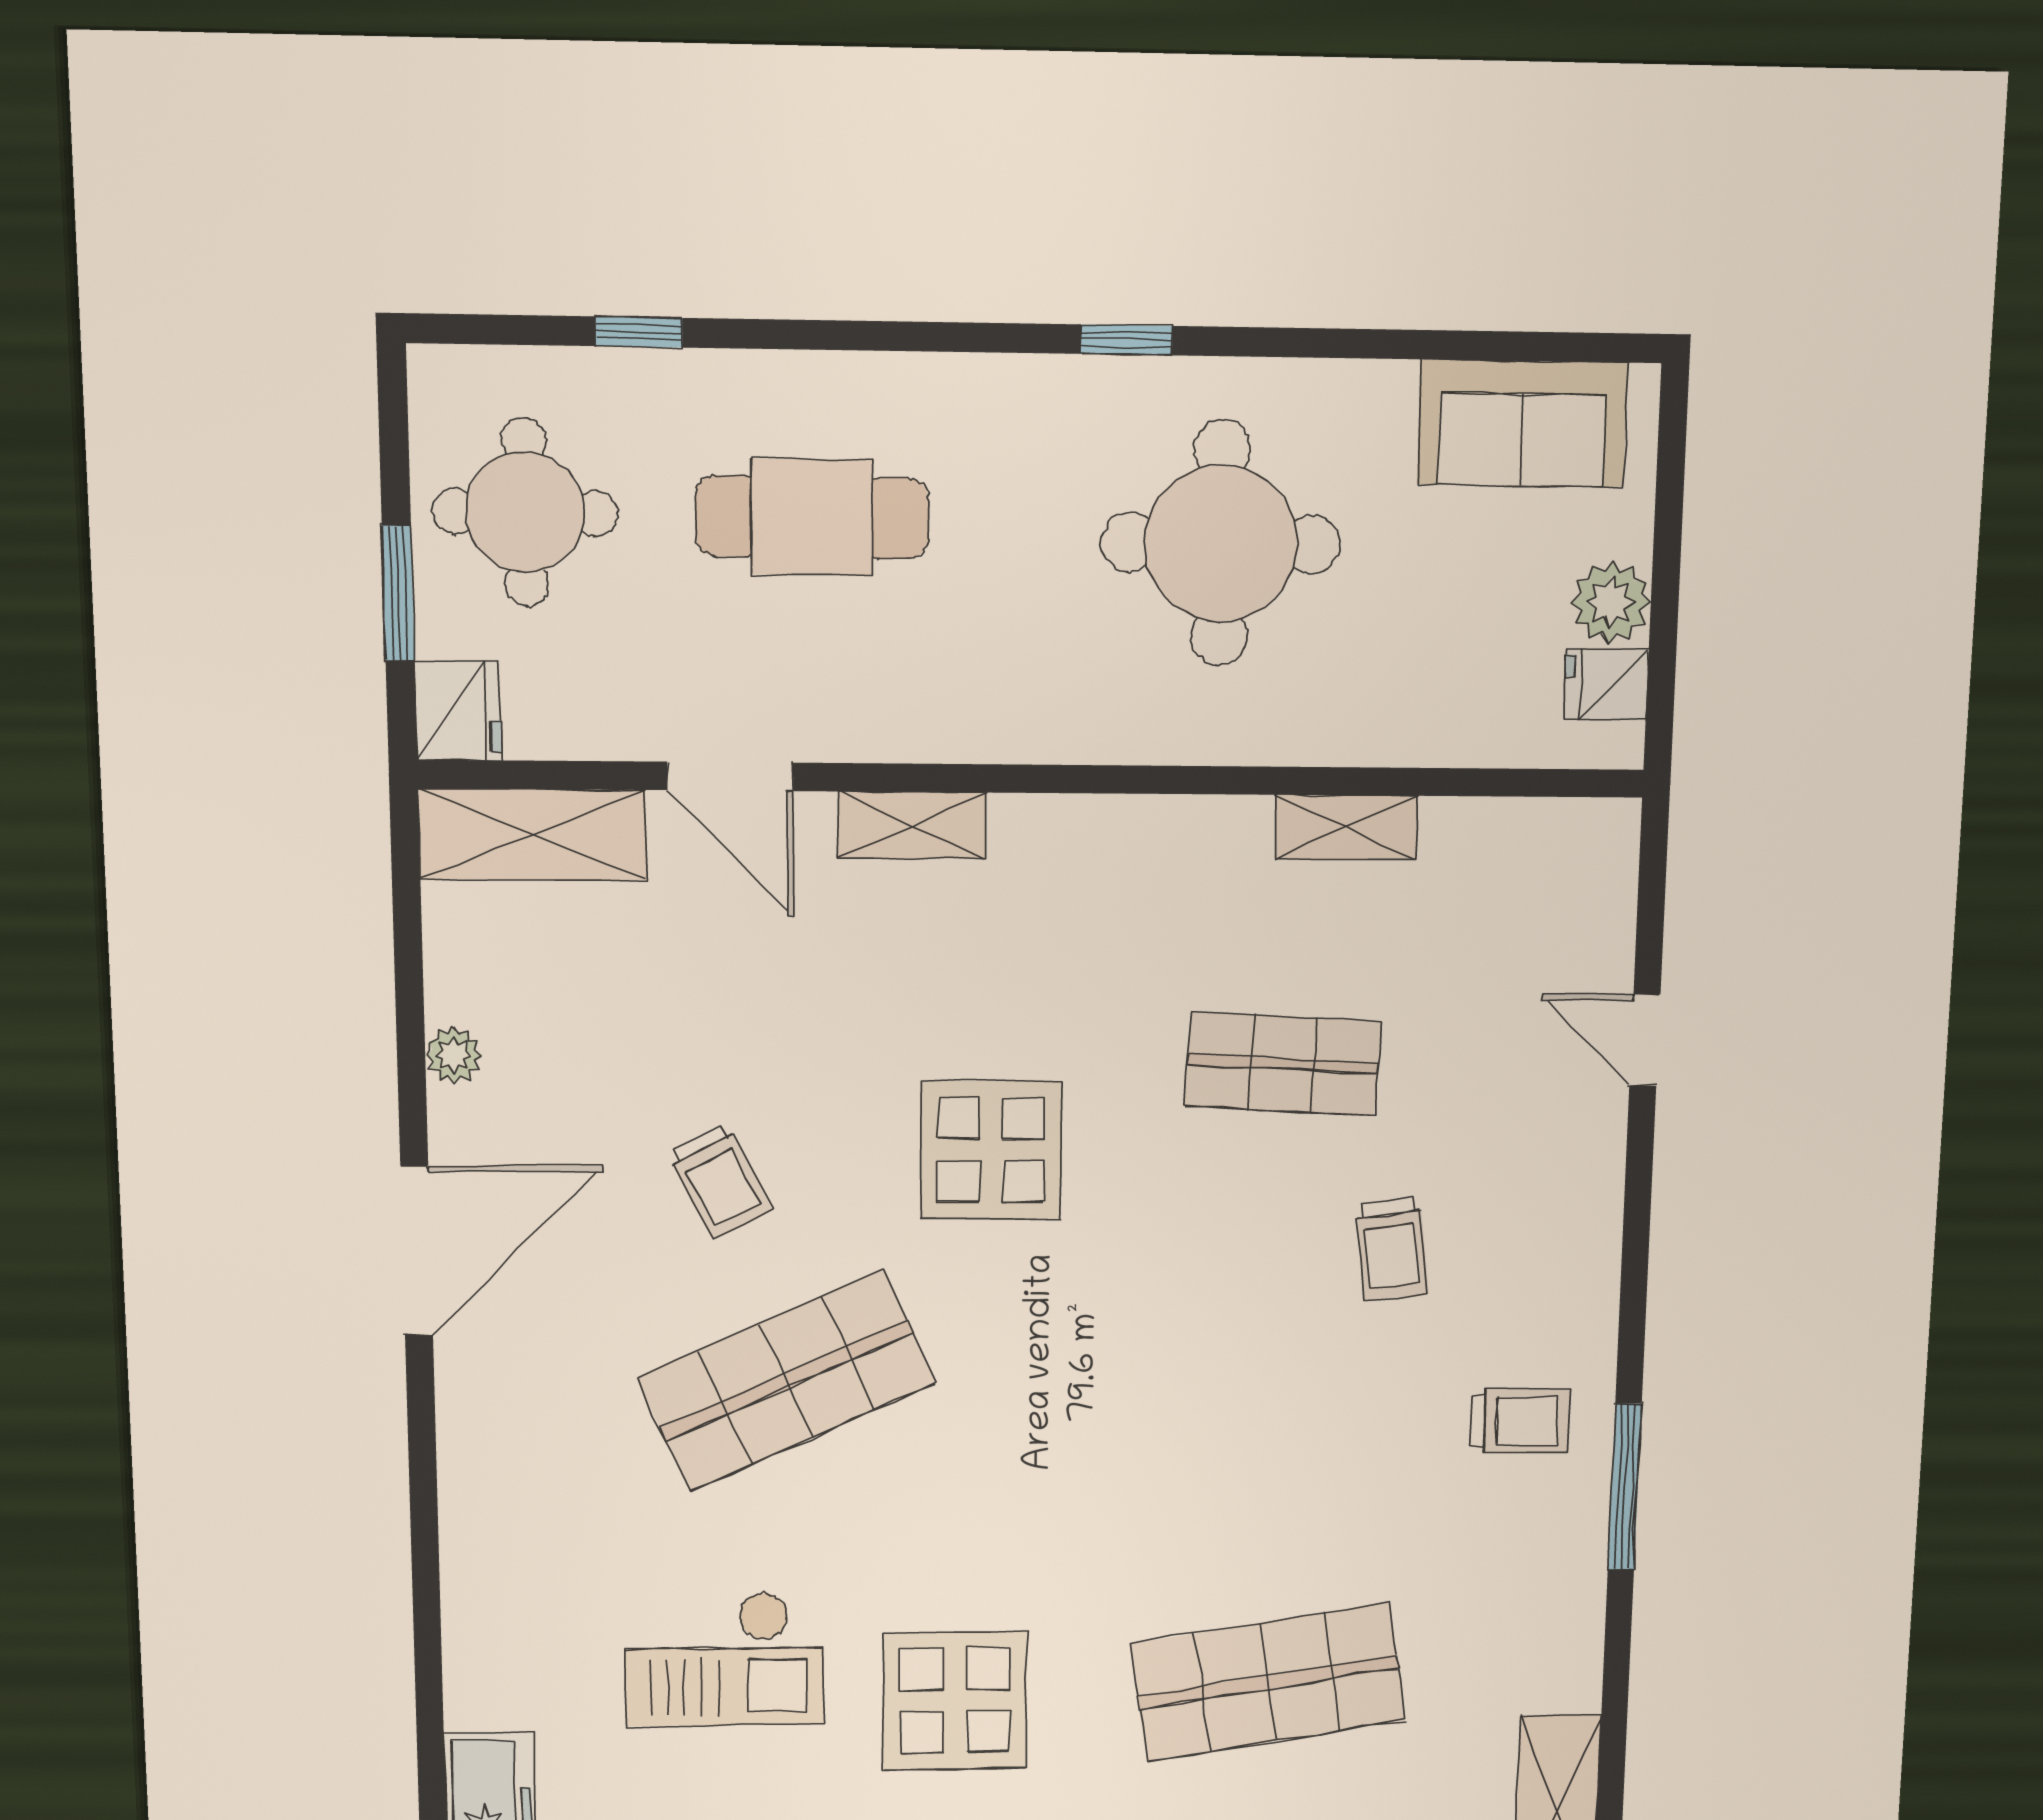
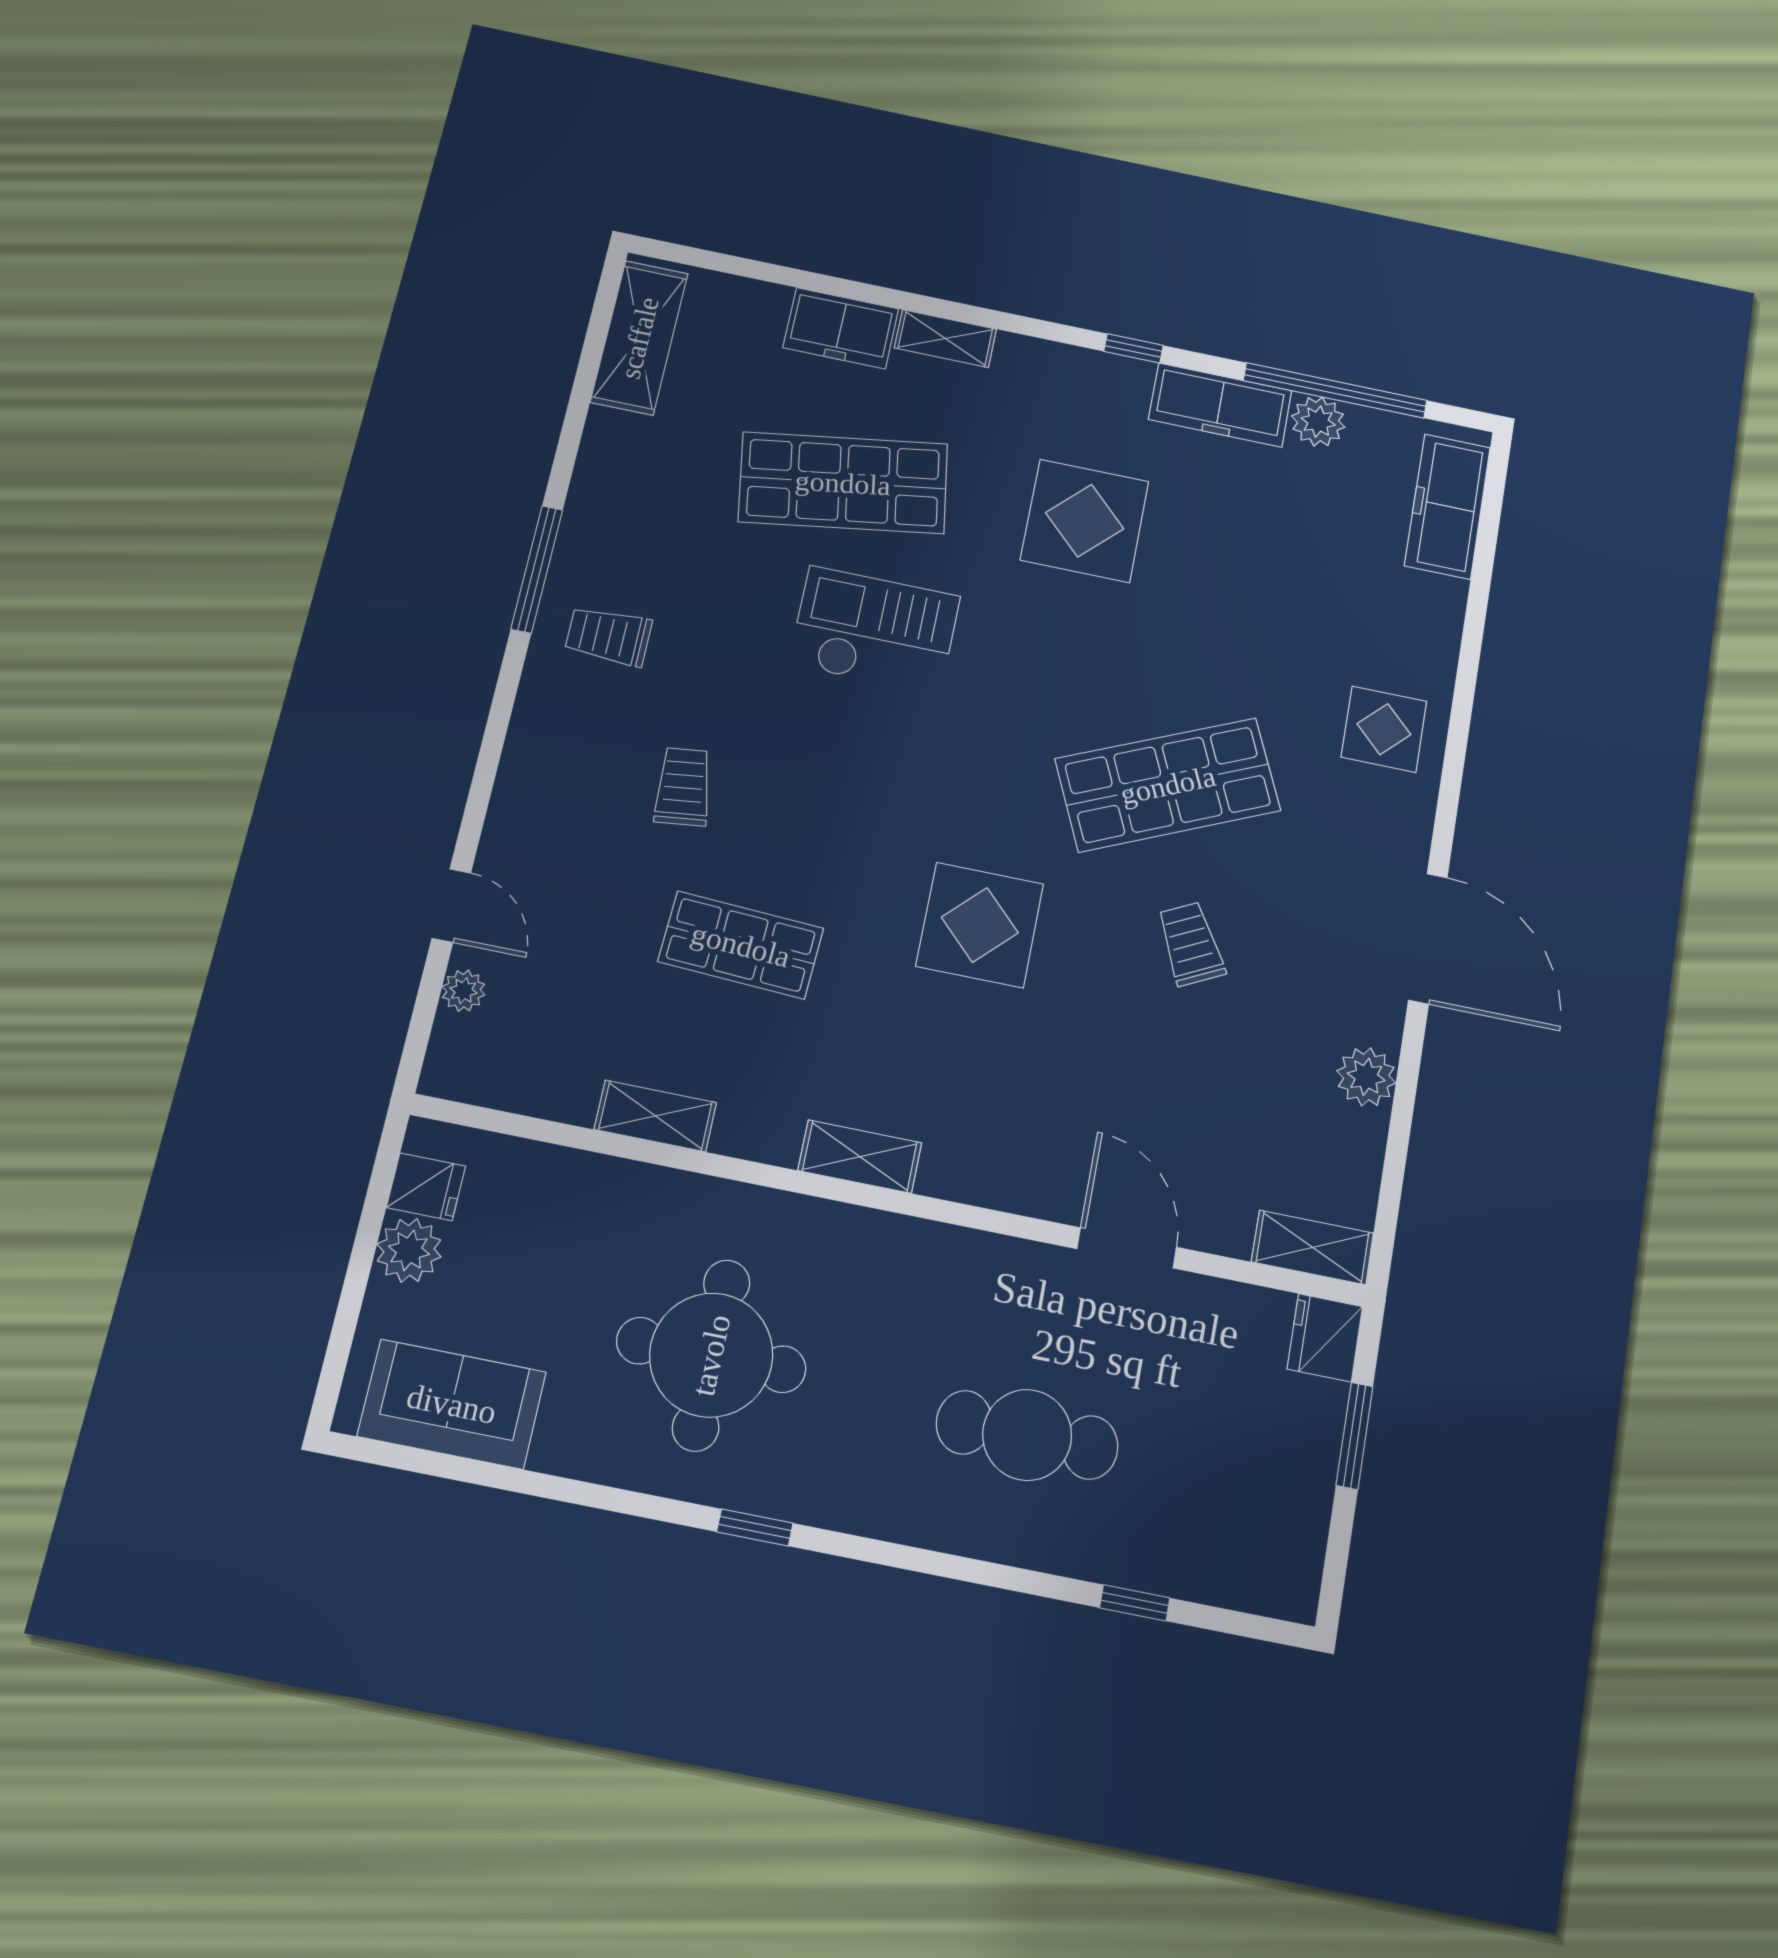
round table: (525, 512) -> (1247, 1480), removed
shelving: (912, 825) -> (860, 1157), moved
shelving: (533, 834) -> (1313, 1247), width x0.67, depth x0.75
plant: (1609, 937) -> (463, 991), added
plant: (454, 1055) -> (1366, 1077), width x1.38, depth x1.38
door: (417, 1251) -> (1428, 939), swing flipped
display table: (522, 1512) -> (1384, 729), added
checkout: (724, 1659) -> (875, 630), moved

